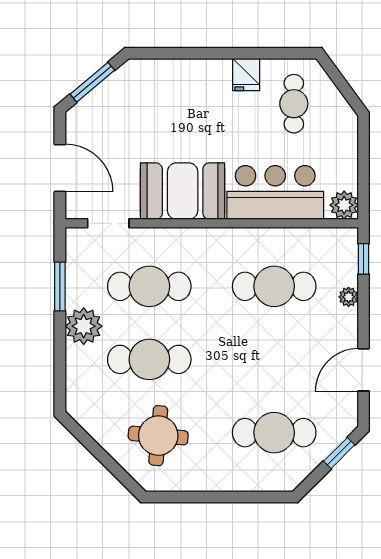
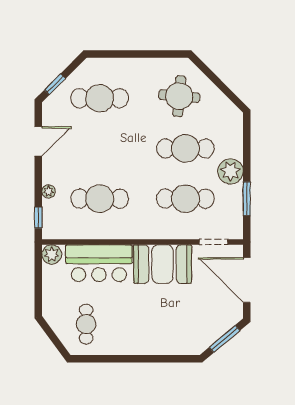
fridge: (246, 75) -> (119, 344), removed
door: (60, 168) -> (247, 280), width x1.36

